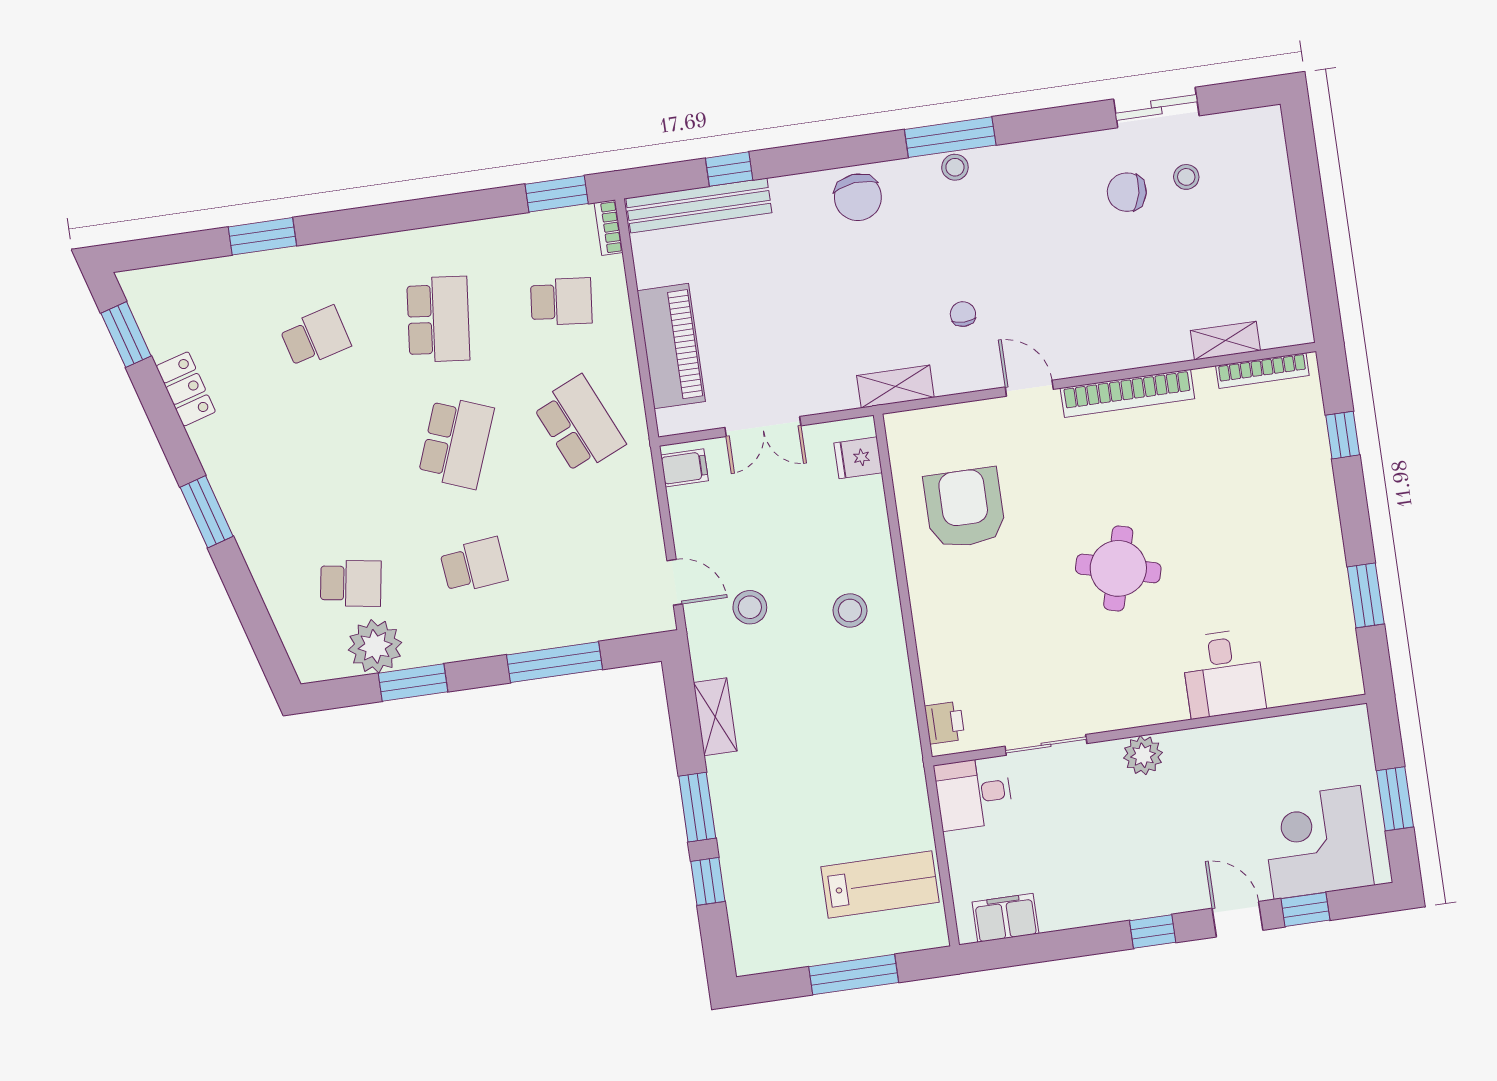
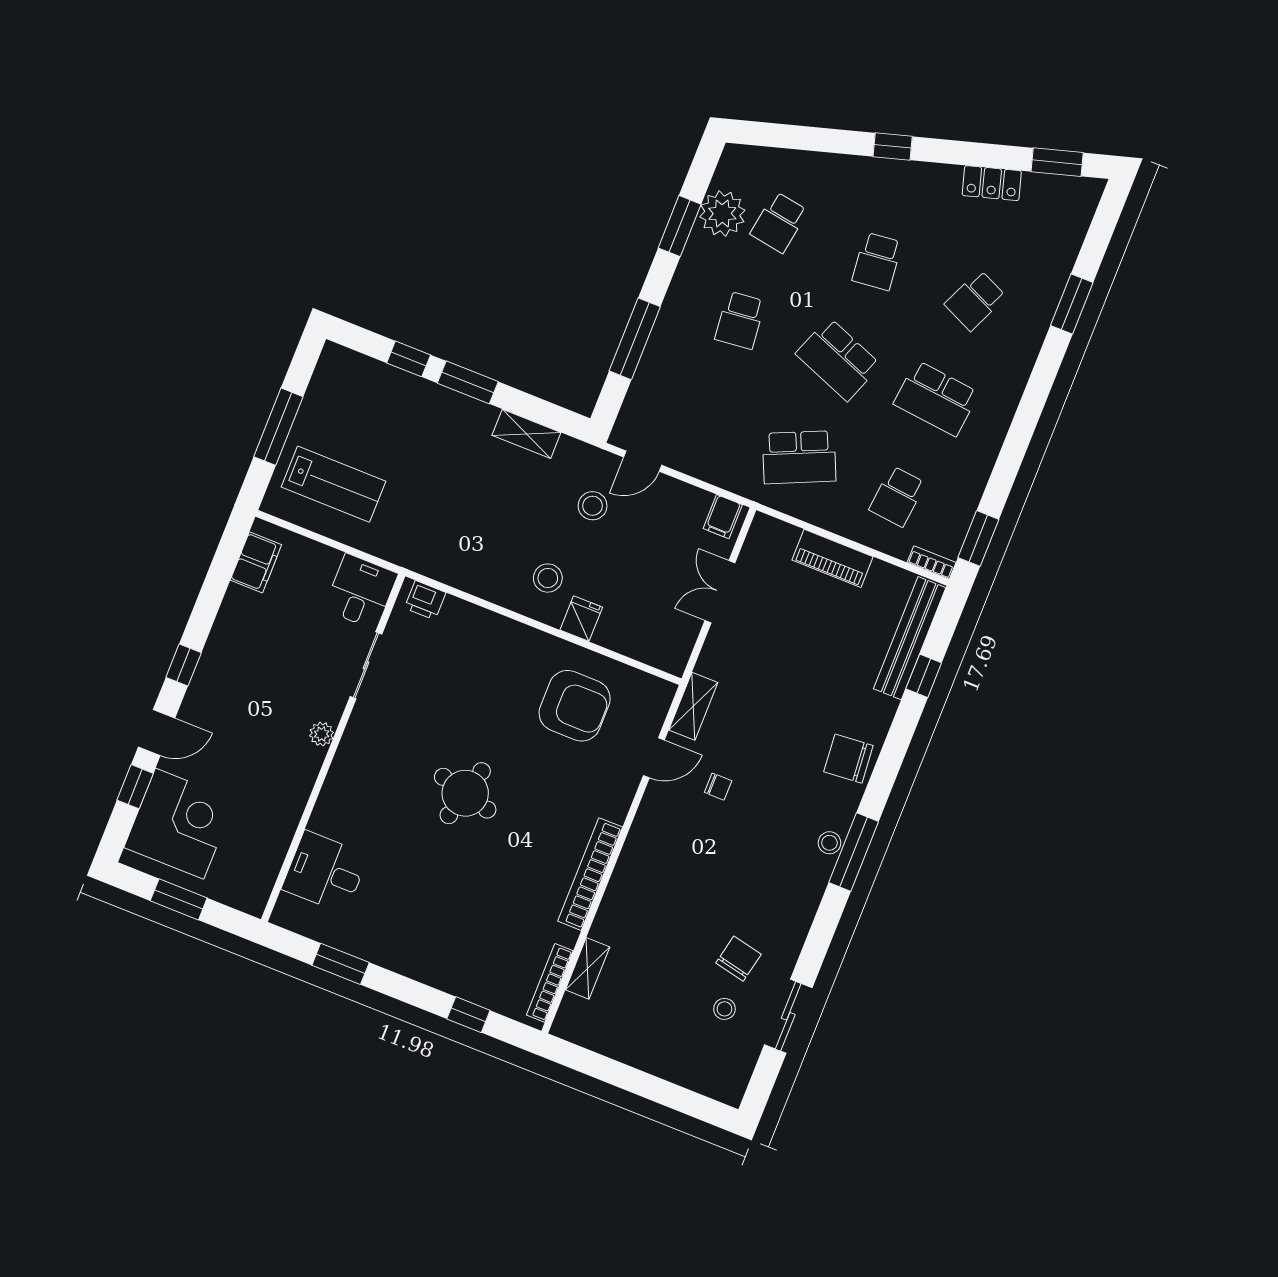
school desk: (315, 337) -> (975, 300), turned 39
piano: (671, 346) -> (833, 558), width x0.73, depth x0.75
door: (1029, 388) -> (654, 758), moved
fridge: (858, 458) -> (581, 619), moved
school desk: (333, 460) -> (877, 261), added
window: (207, 512) -> (893, 146), width x0.67
desk: (1223, 674) -> (325, 872), moved
plant: (1143, 755) -> (322, 734), width x0.73, depth x0.73
lab bench: (880, 885) -> (333, 484), turned -90

